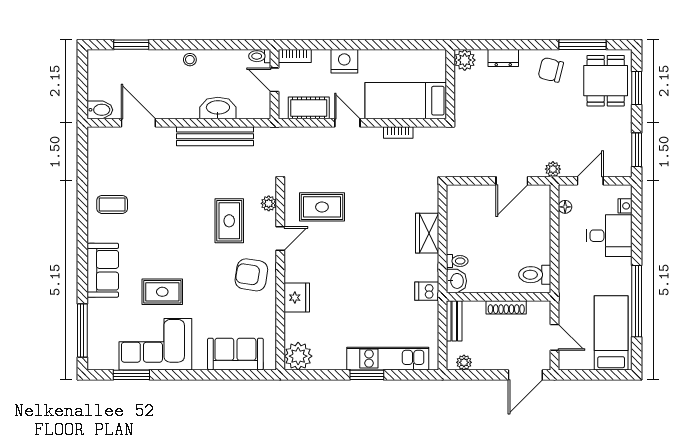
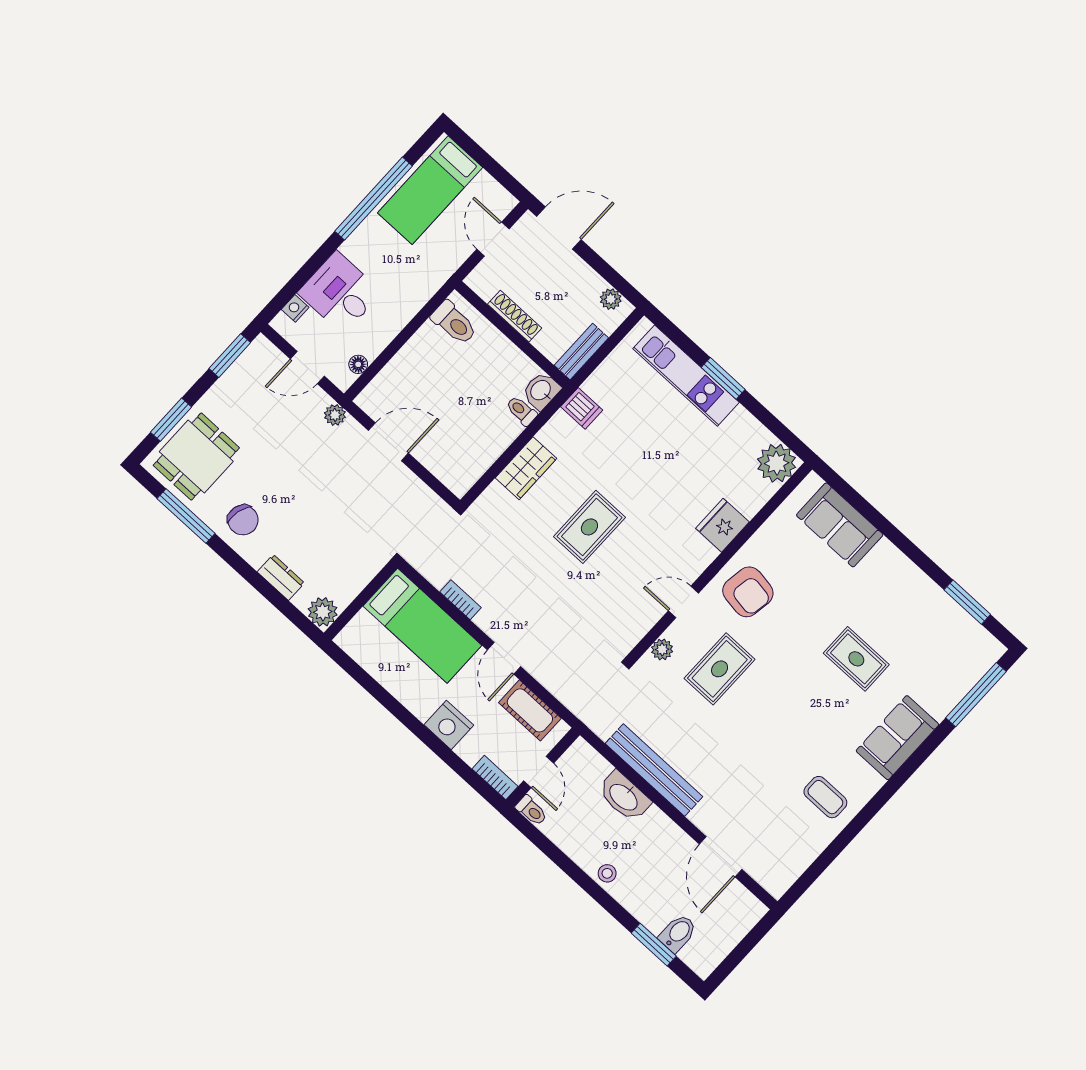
bidet: (100, 110) -> (678, 933), moved, turned 90
rug: (322, 207) -> (589, 527), moved, turned 90
corner sofa: (155, 344) -> (913, 611), removed

